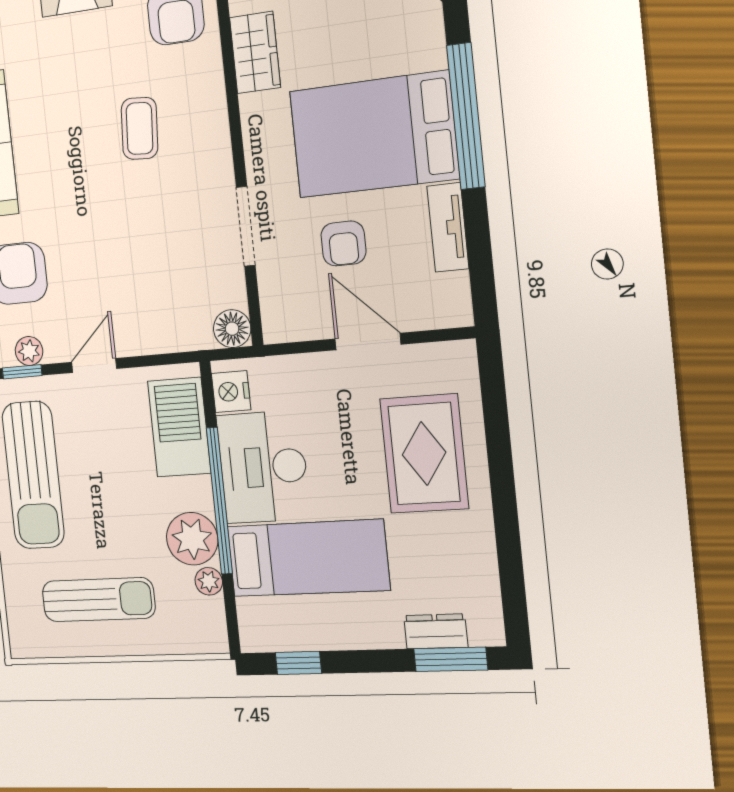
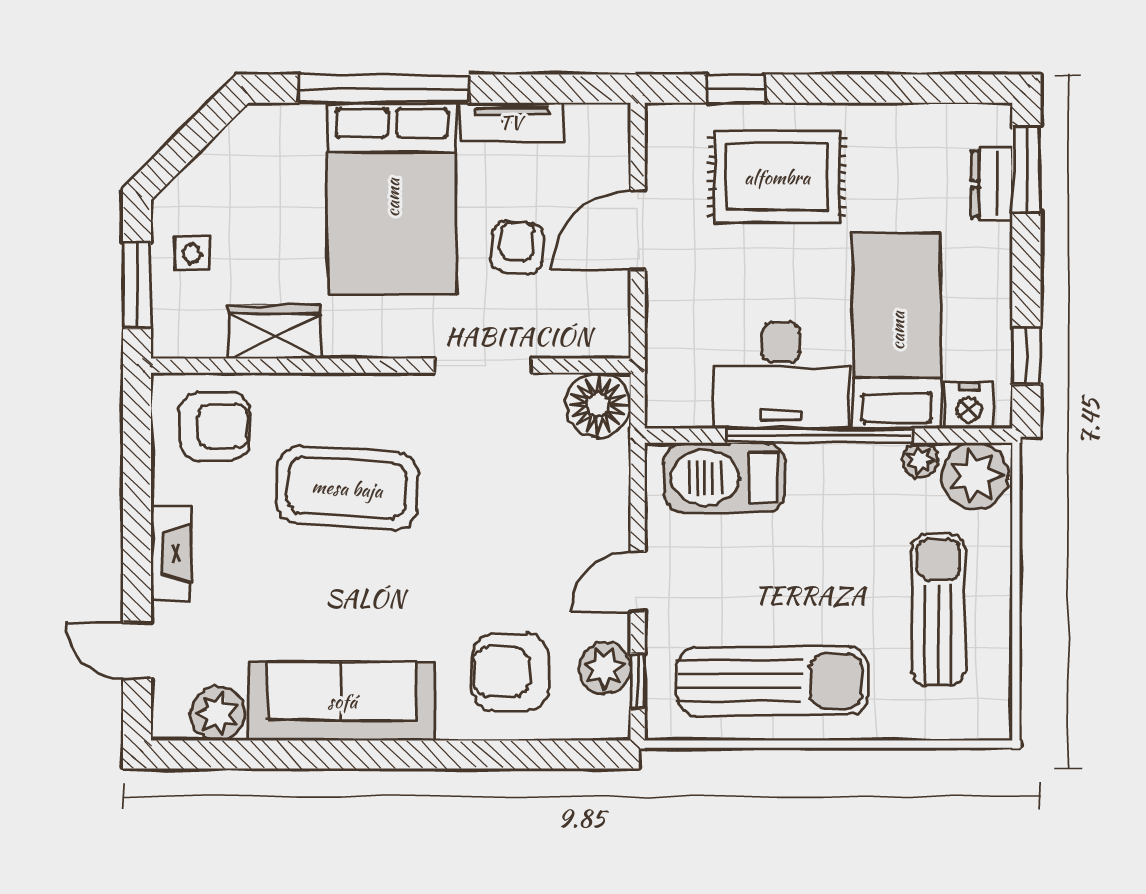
coffee table: (140, 128) -> (347, 488), width x1.86, depth x1.72
armchair: (343, 244) -> (517, 248), turned -86
floor lamp: (232, 329) -> (598, 405), width x1.38, depth x1.38
plant: (29, 351) -> (605, 668), width x1.38, depth x1.38
door: (94, 365) -> (638, 582), hinge flipped
nightstand: (231, 392) -> (969, 406), moved
window: (495, 414) -> (736, 89), added
plant: (192, 539) -> (975, 476), moved

